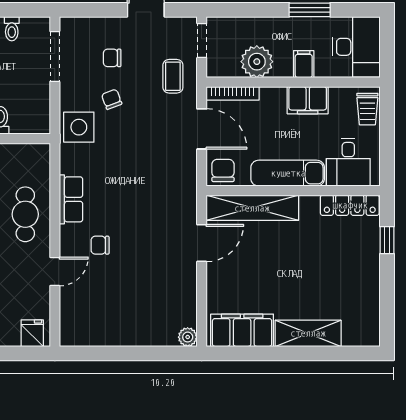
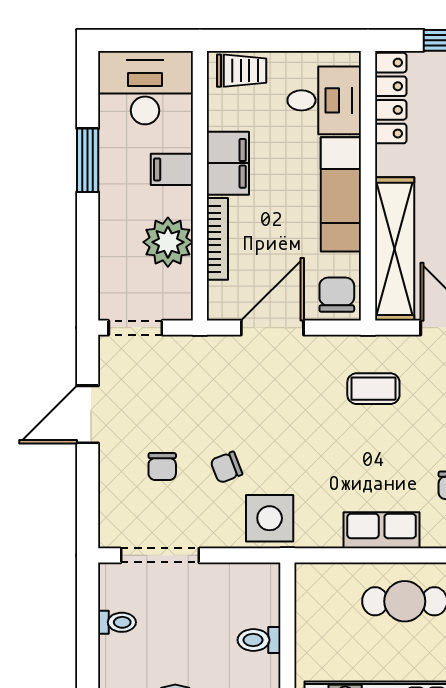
coffee table: (173, 76) -> (373, 389), moved
bookcase: (233, 93) -> (217, 239), moved
chair: (223, 170) -> (337, 295), turned 90

